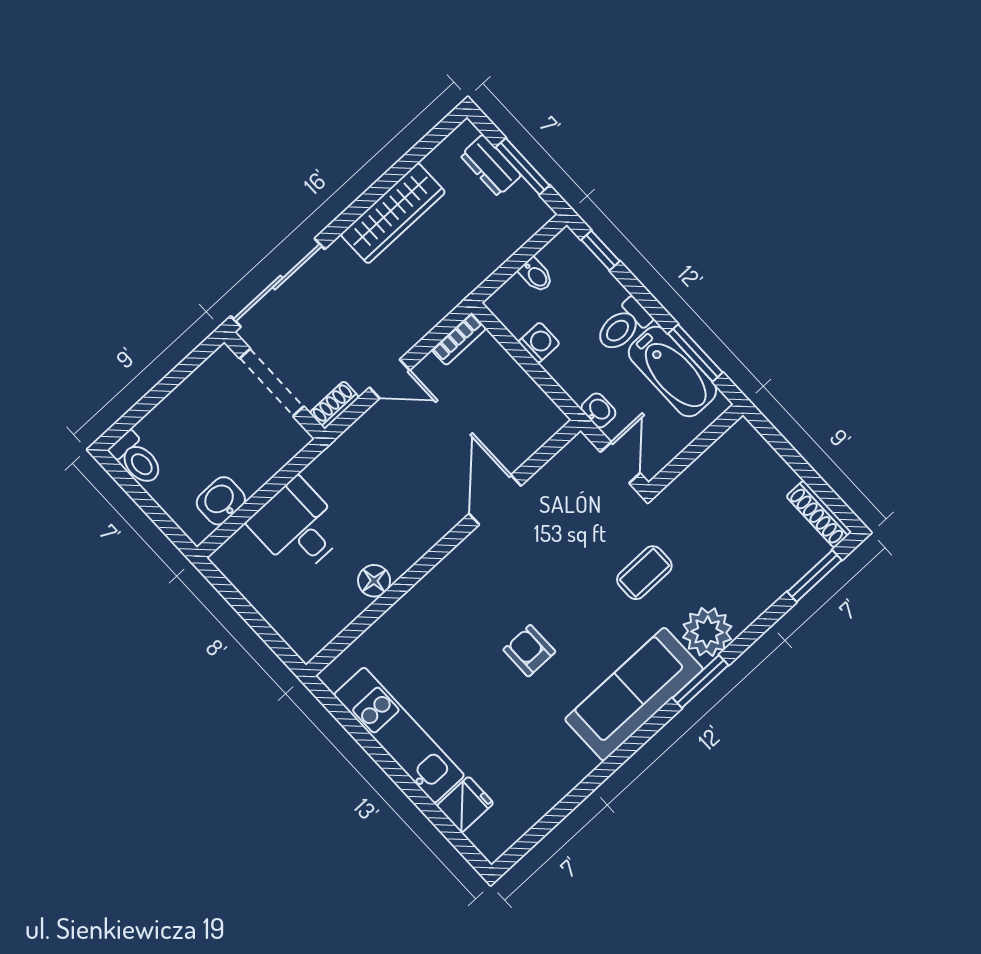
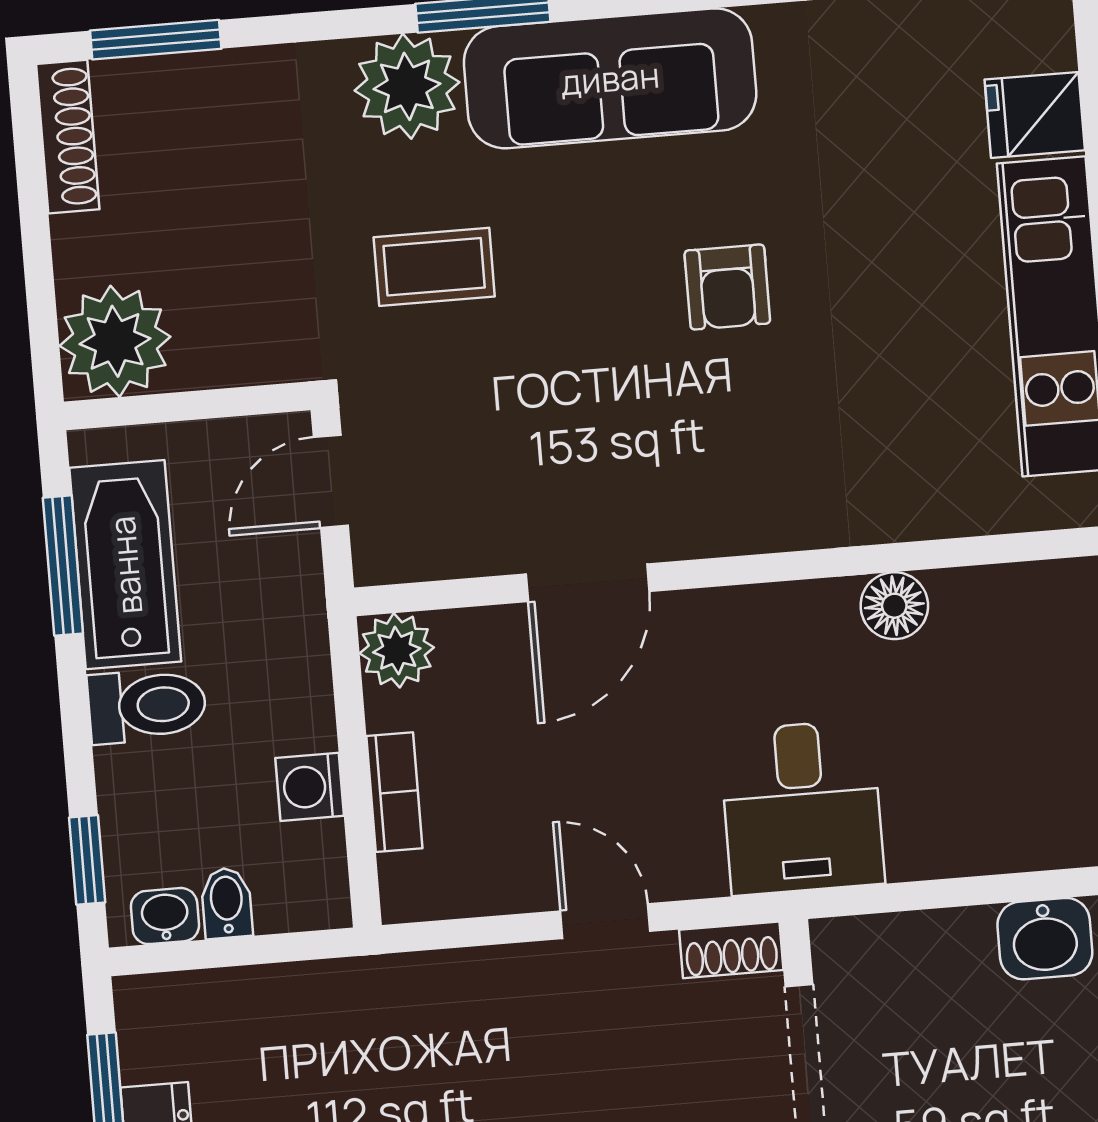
bookcase: (459, 339) -> (394, 792), moved, turned 90
washbasin: (598, 410) -> (165, 916), moved, turned 90
plant: (546, 419) -> (397, 650), added
plant: (741, 452) -> (115, 341), added
desk: (298, 527) -> (802, 807), moved

